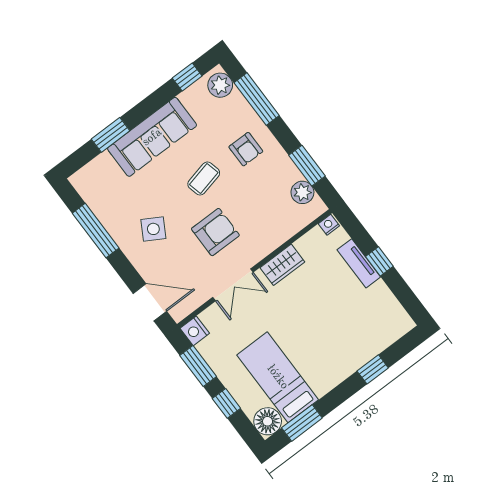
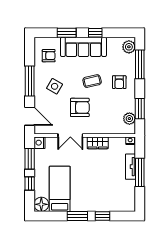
window: (187, 77) -> (95, 33), moved
armchair: (110, 190) -> (49, 56), added
window: (96, 231) -> (30, 81), moved
window: (379, 261) -> (140, 172), width x2.17
window: (302, 423) -> (77, 216), moved

